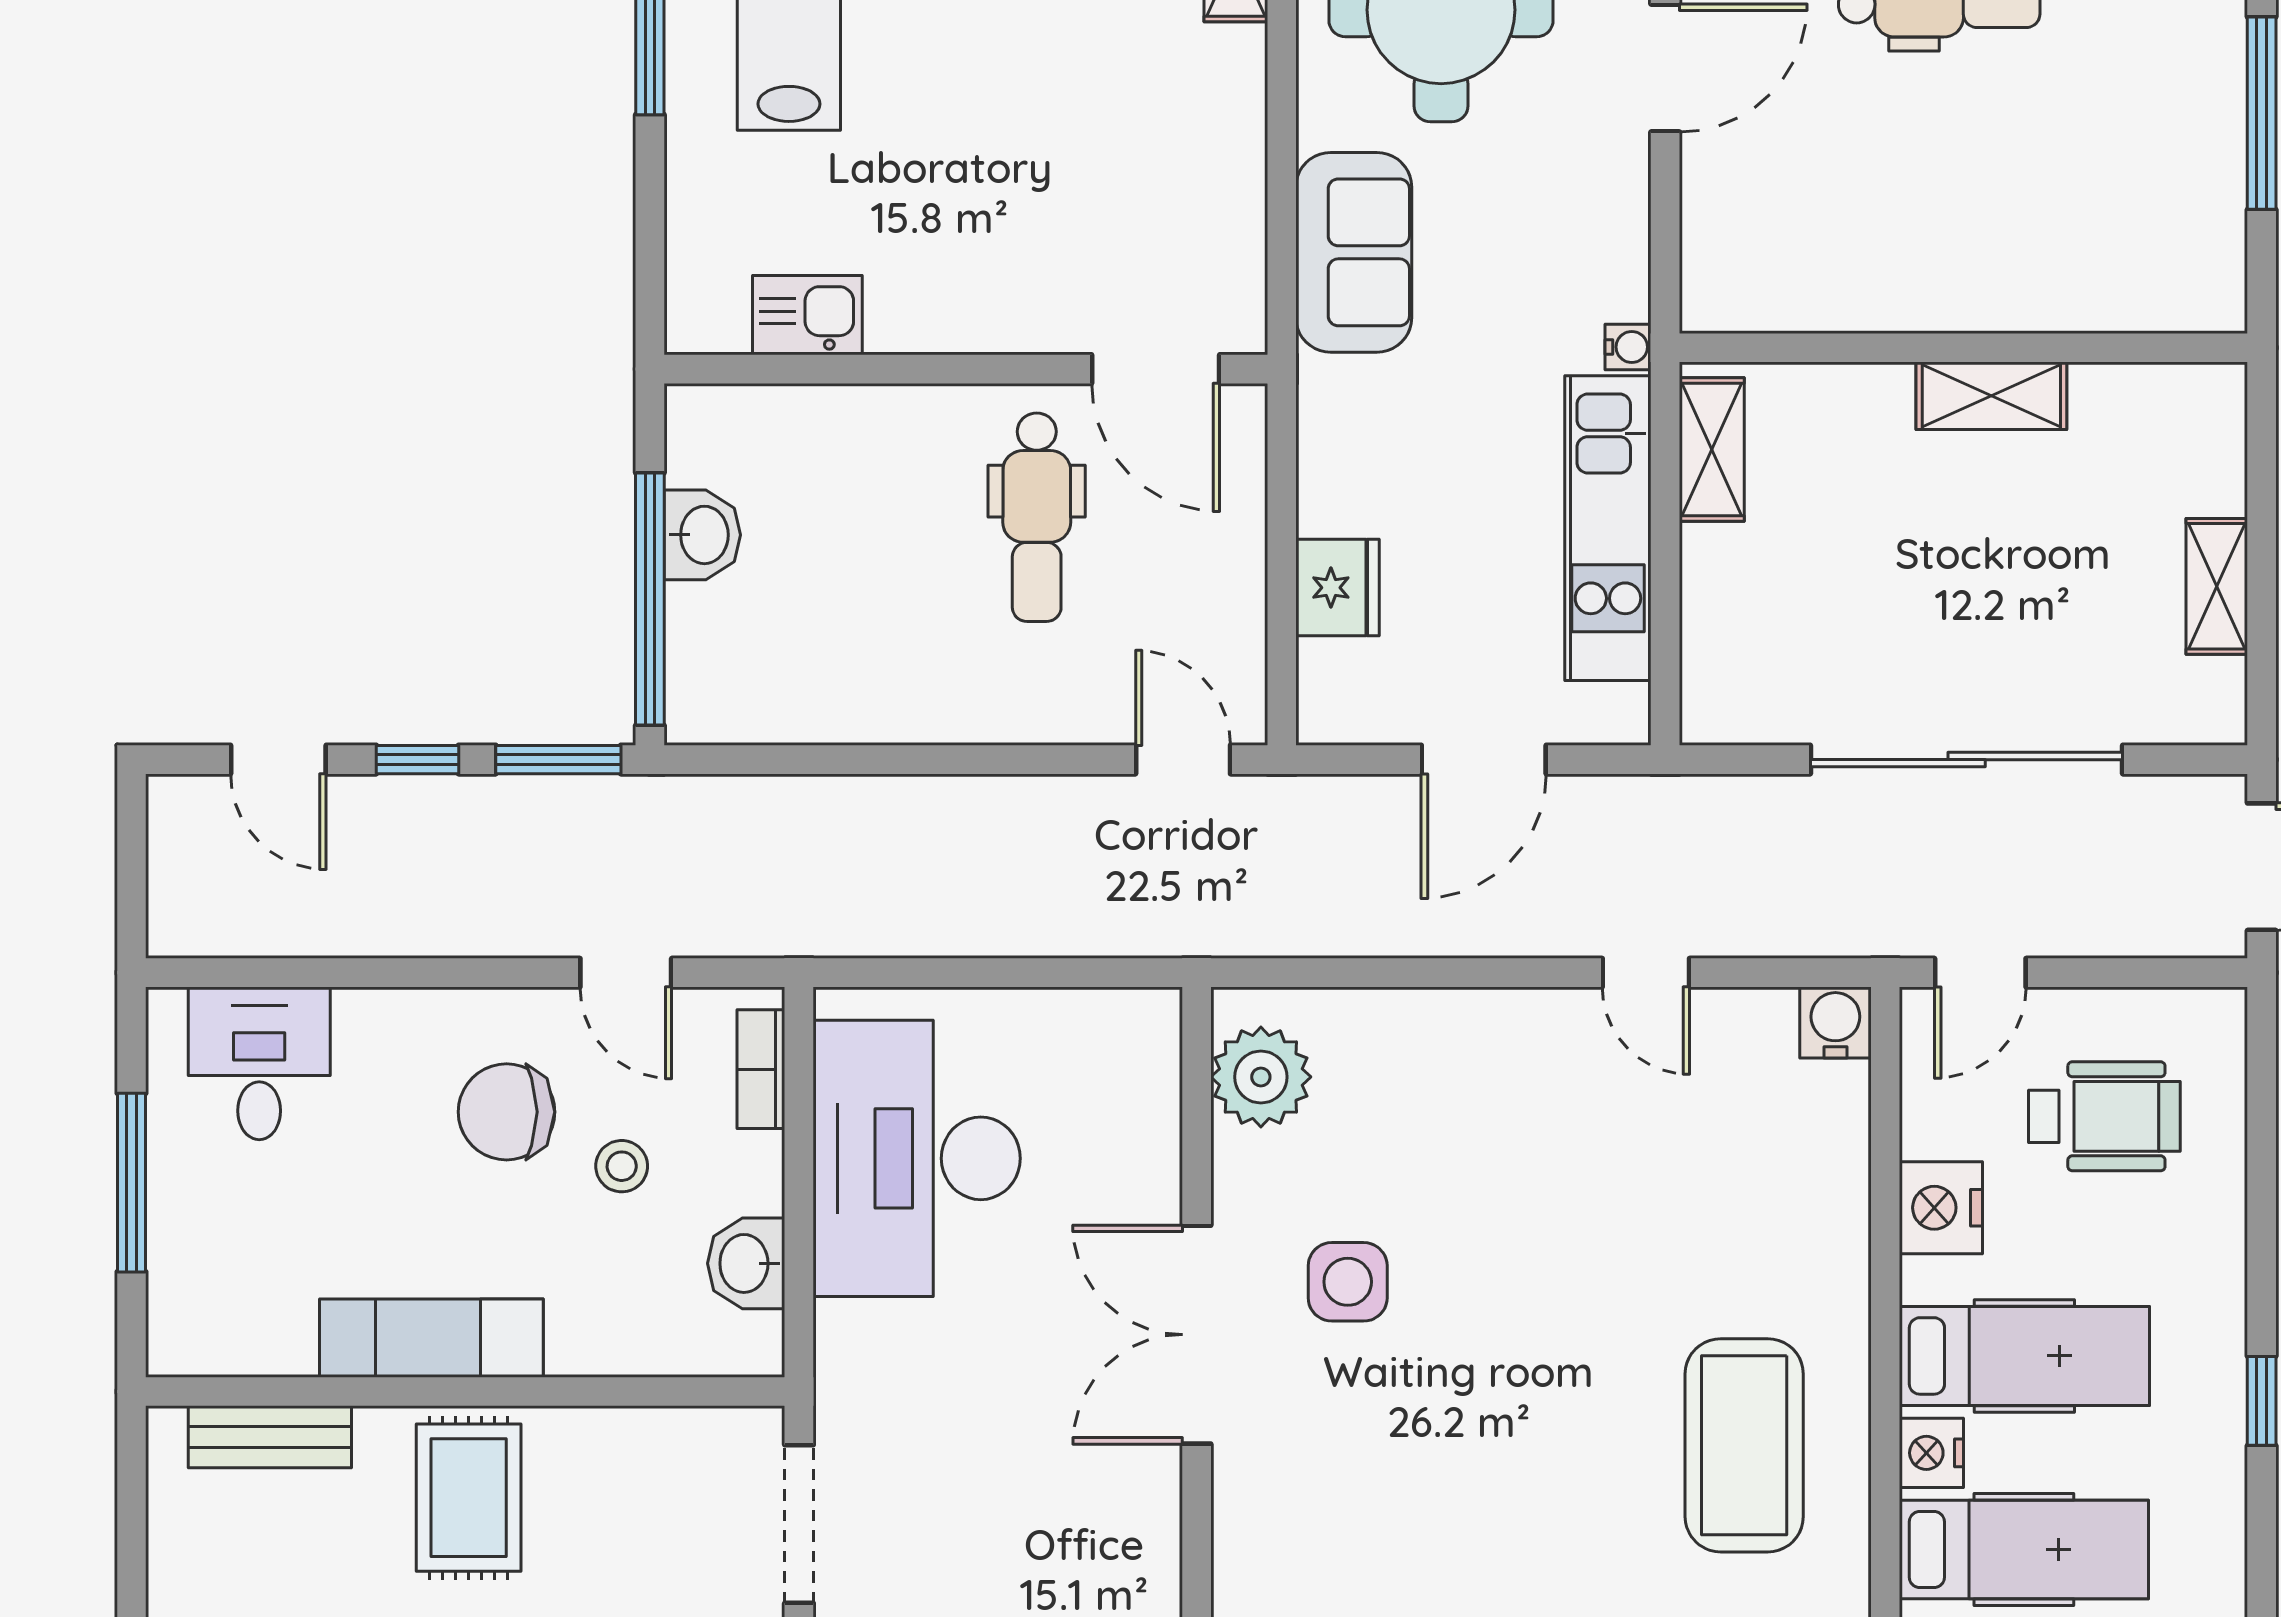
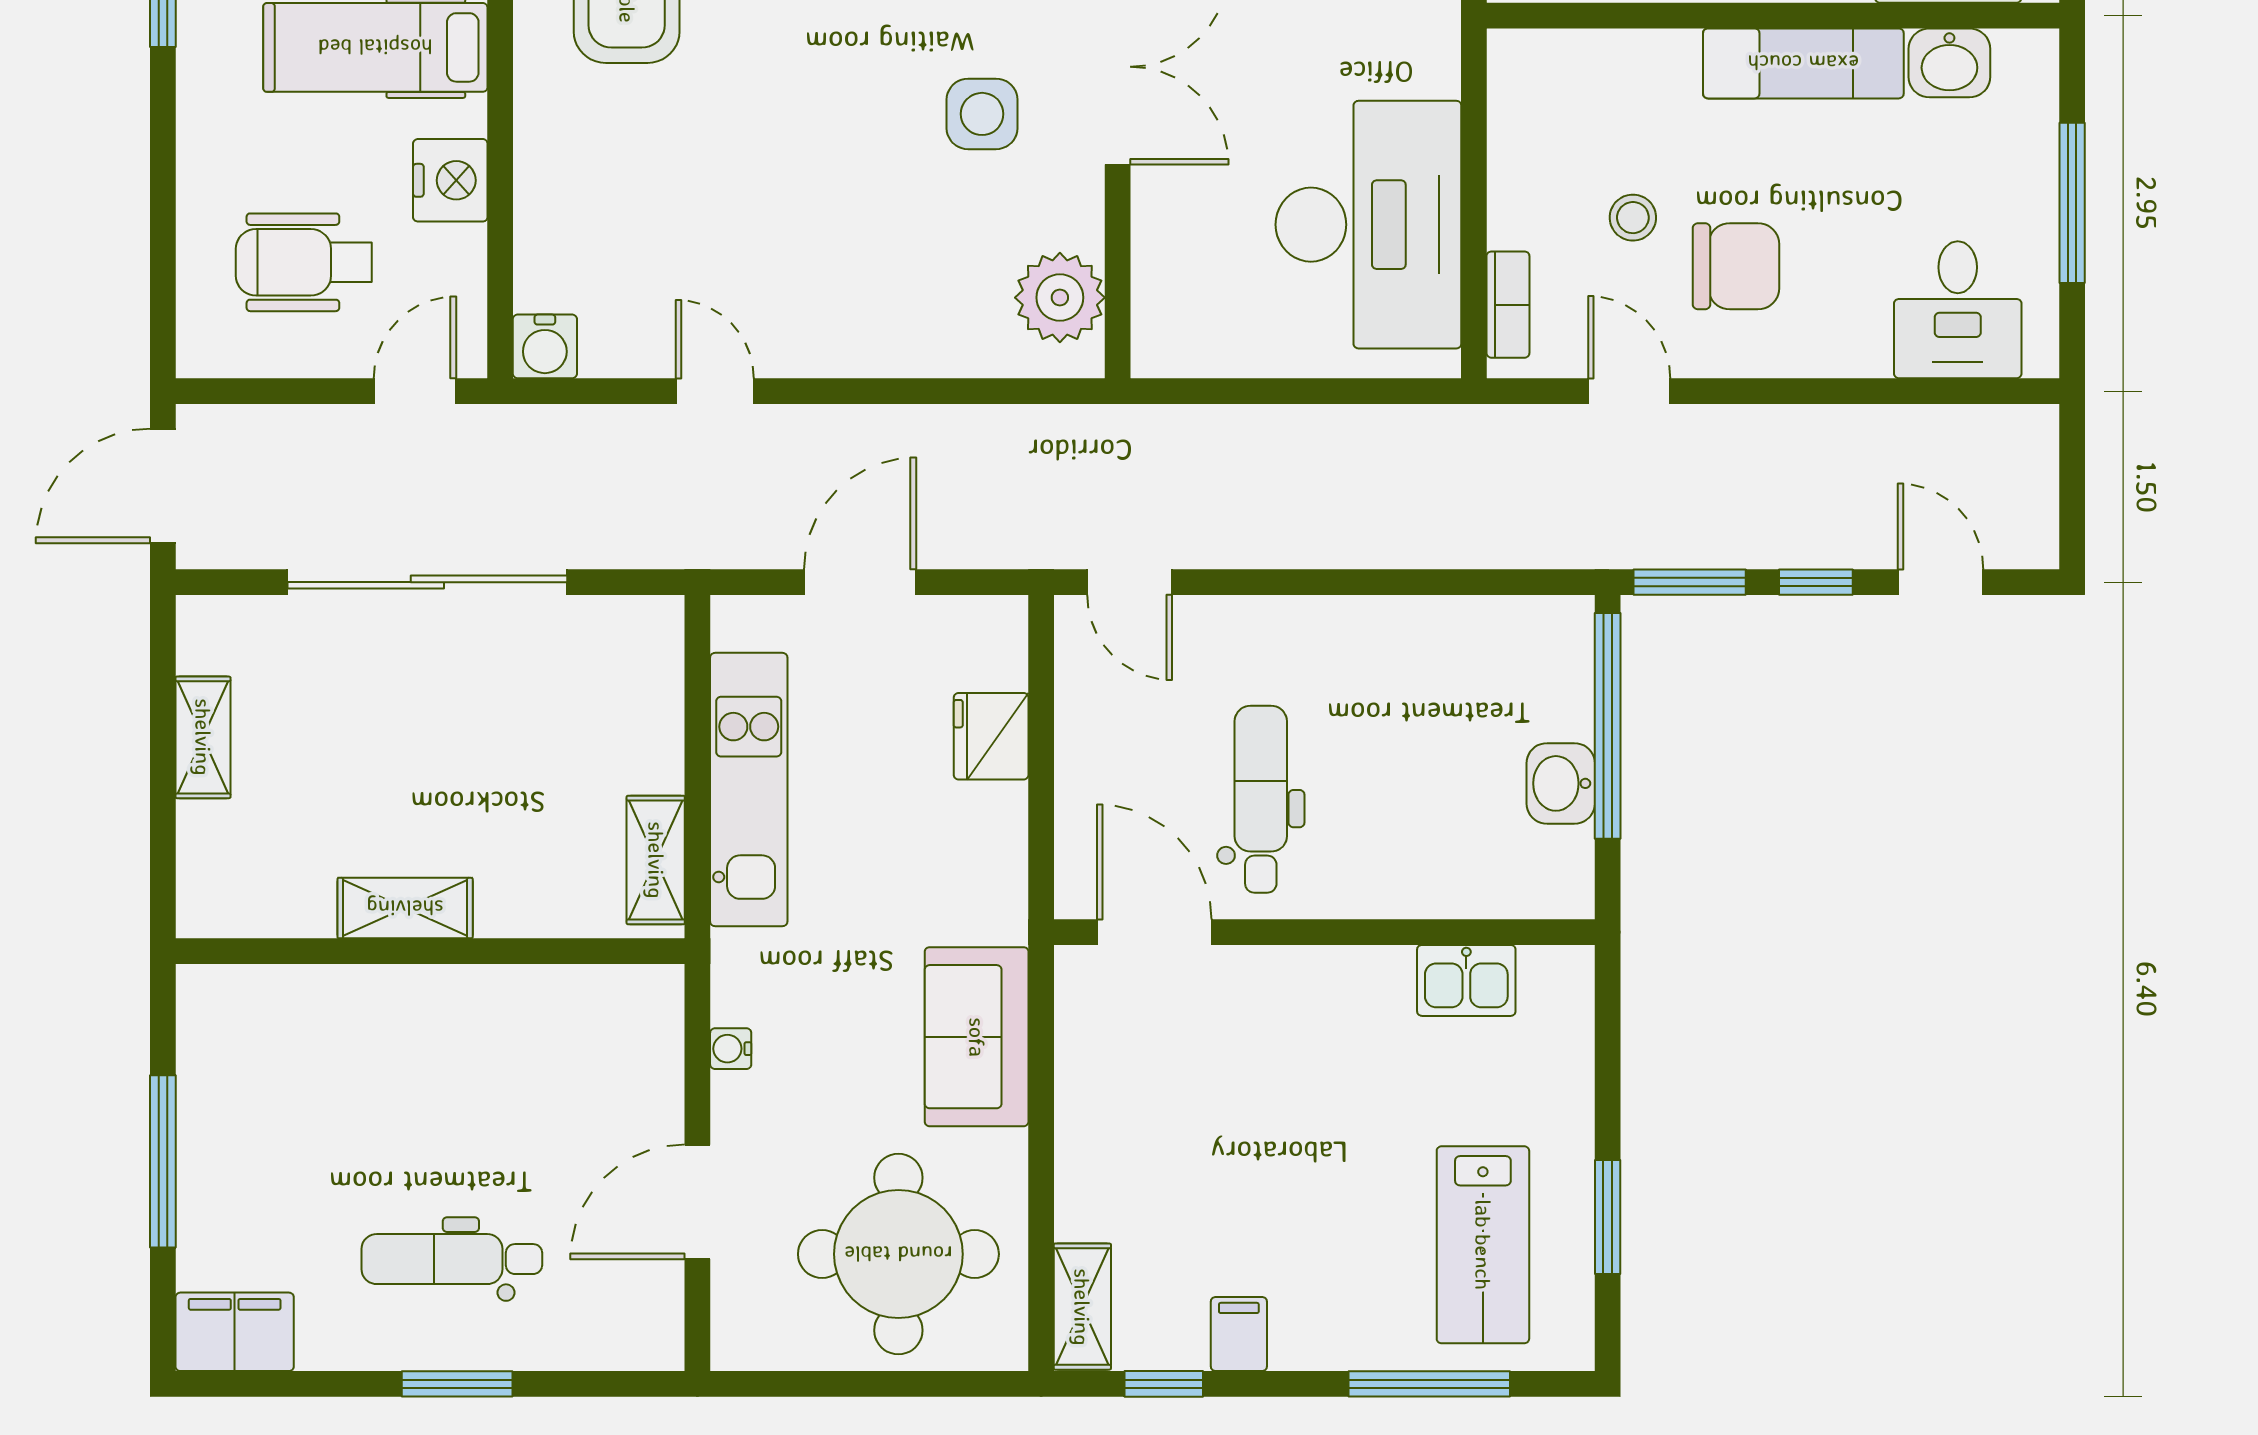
water cooler: (1628, 347) -> (731, 1049), moved
washbasin: (746, 1263) -> (1949, 63), moved, turned 90

